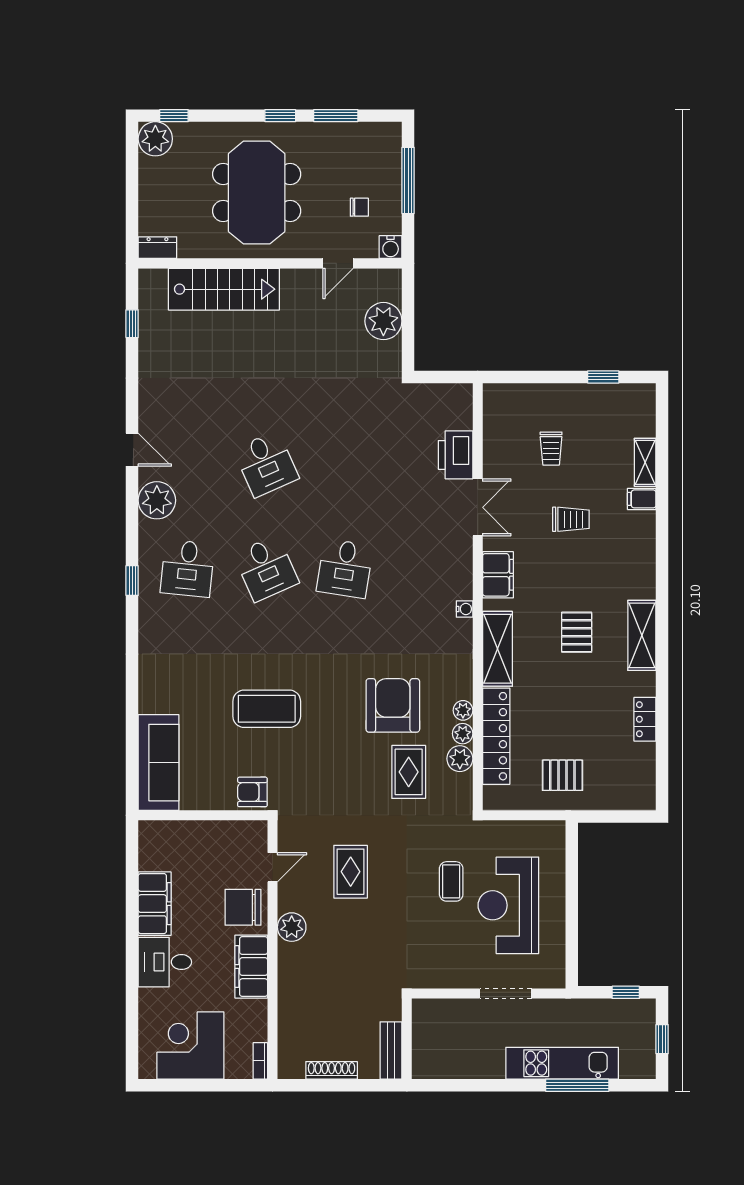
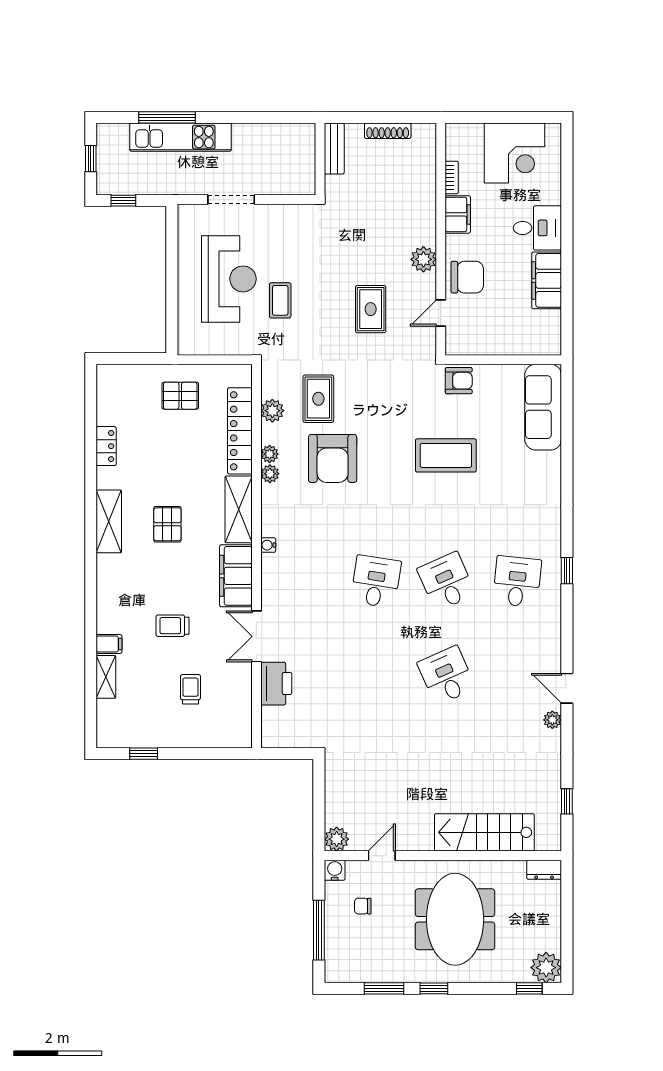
plant: (383, 321) -> (337, 839), moved, width x0.73, depth x0.73
plant: (157, 500) -> (552, 720), moved, width x0.53, depth x0.53
filing cabinet: (498, 575) -> (236, 576), width x1.50, depth x1.17
plant: (463, 734) -> (270, 474), moved
filing cabinet: (251, 967) -> (458, 214), width x0.67, depth x0.86
bookcase: (260, 1061) -> (452, 177), moved

